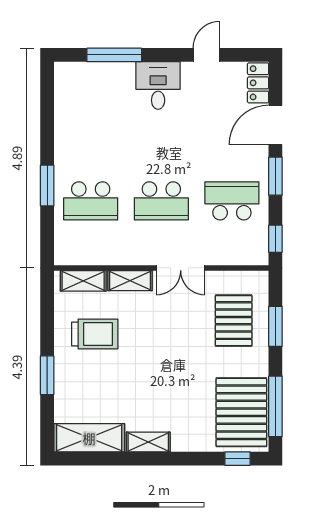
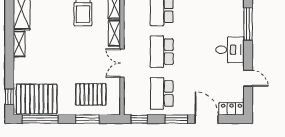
school desk: (232, 201) -> (162, 93), turned 180

